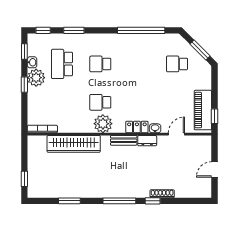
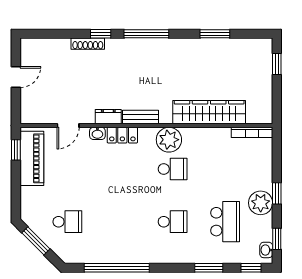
washbasin: (32, 62) -> (266, 250), moved

